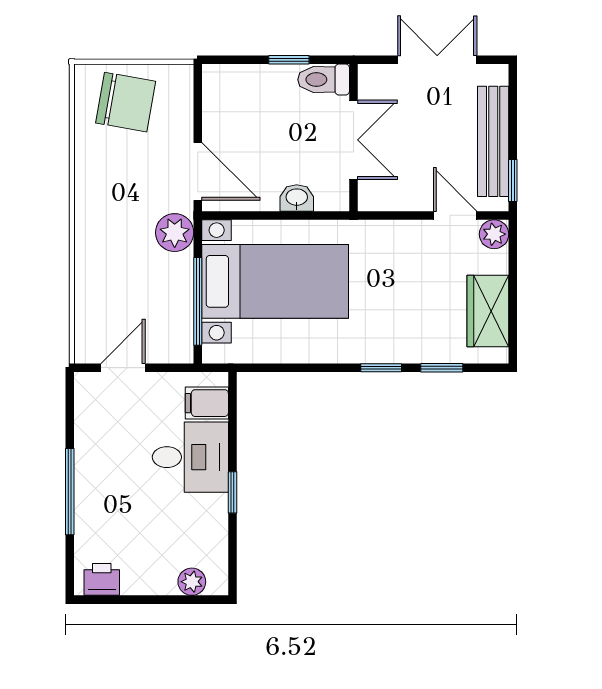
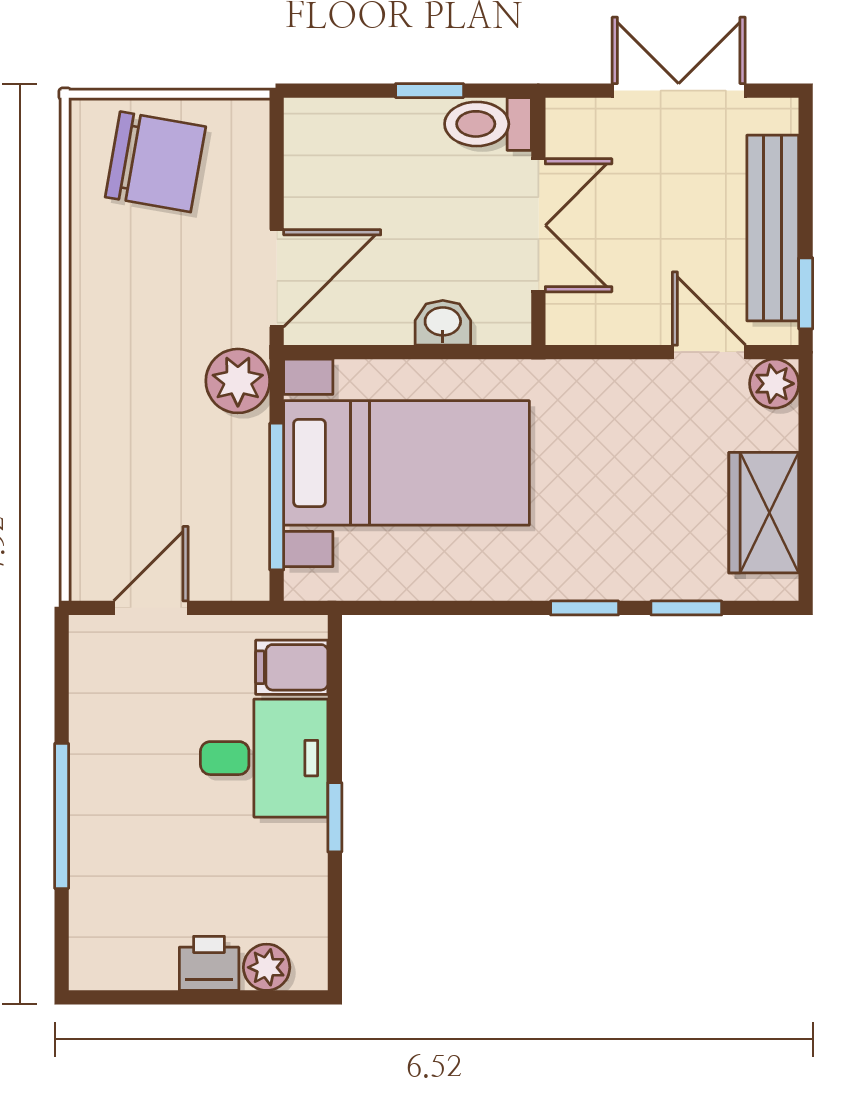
door: (198, 171) -> (277, 278), hinge flipped
printer: (102, 579) -> (209, 963), moved

